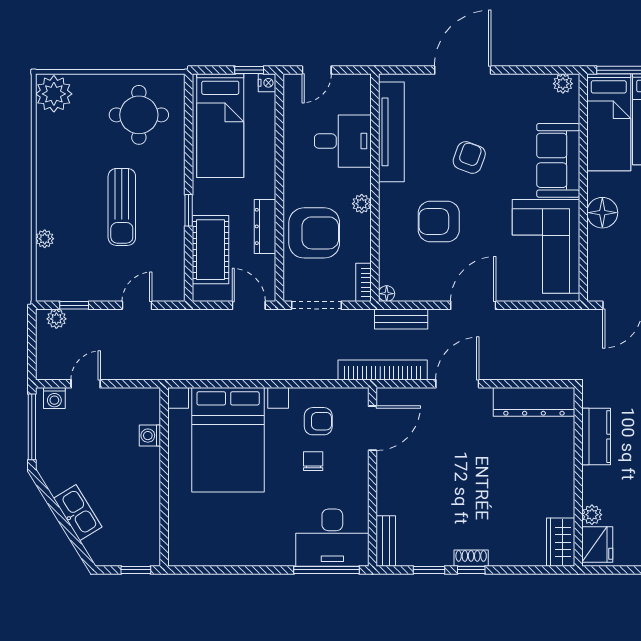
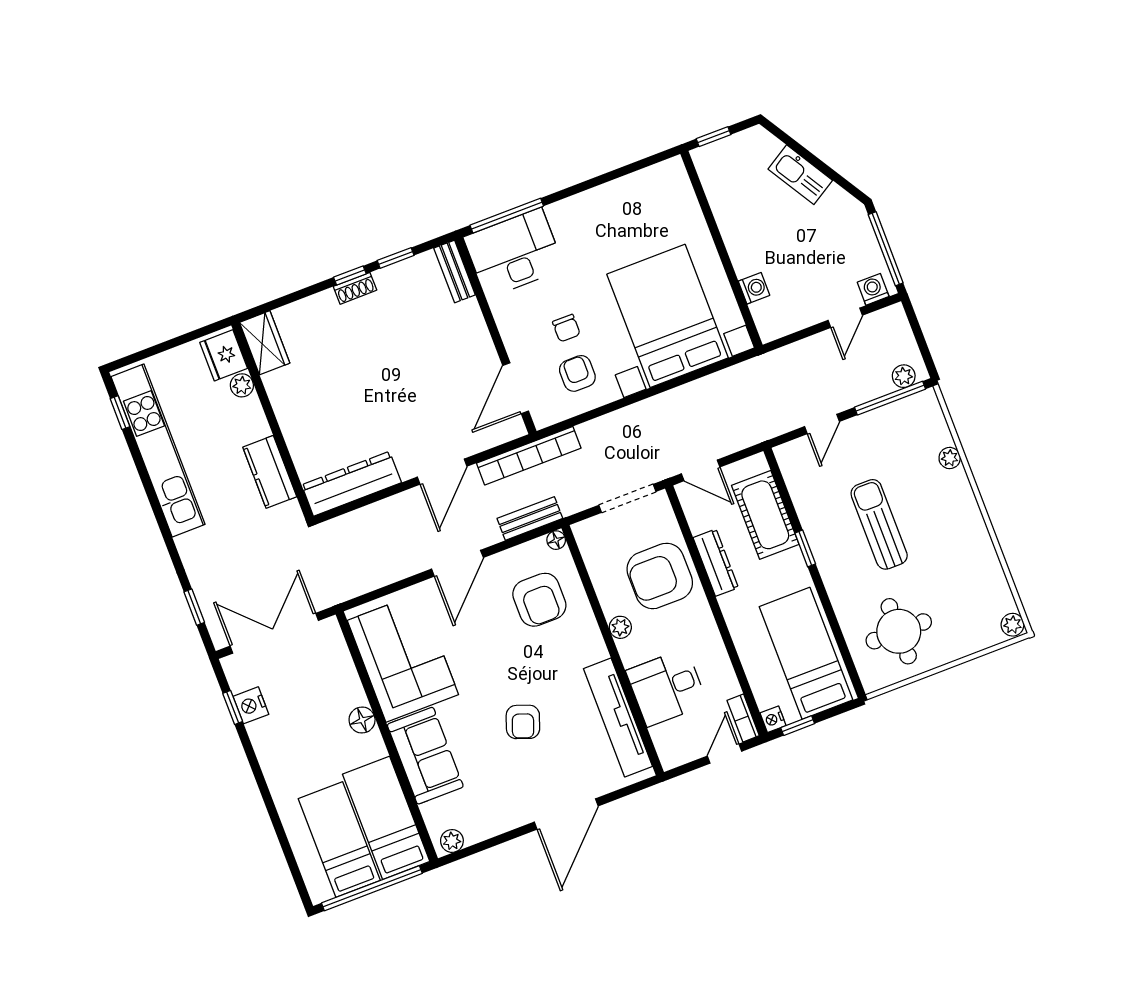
plant: (54, 94) -> (1013, 625), width x0.53, depth x0.53
floor lamp: (602, 213) -> (362, 720), width x0.73, depth x0.73
armchair: (439, 221) -> (539, 600), moved, turned 90
bookcase: (364, 282) -> (743, 718), moved, turned 180
window: (74, 305) -> (890, 398), width x2.17
armchair: (318, 421) -> (577, 373), turned 90

